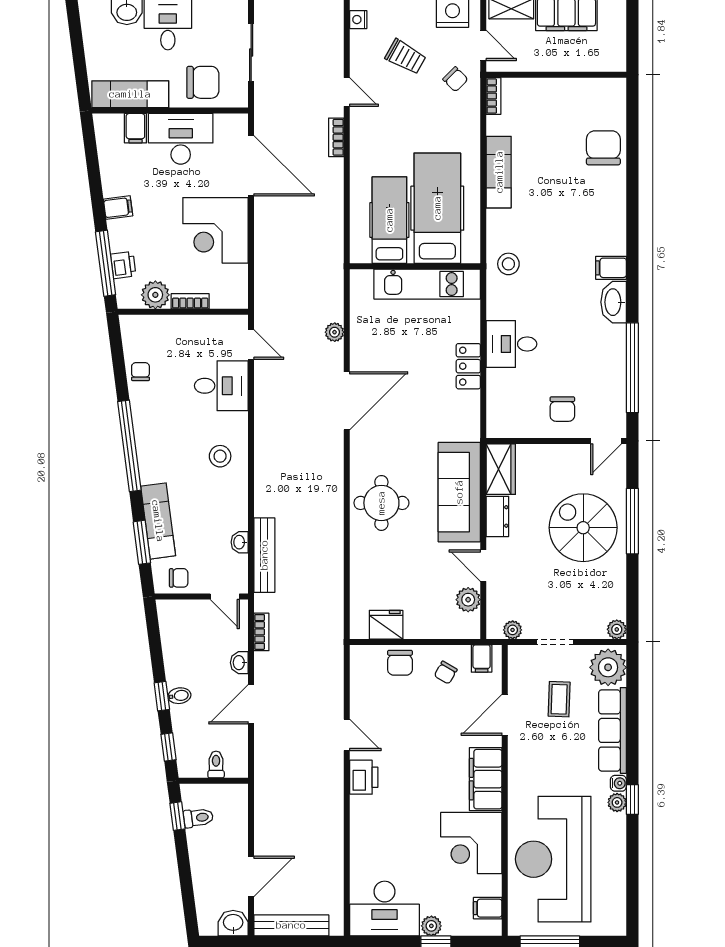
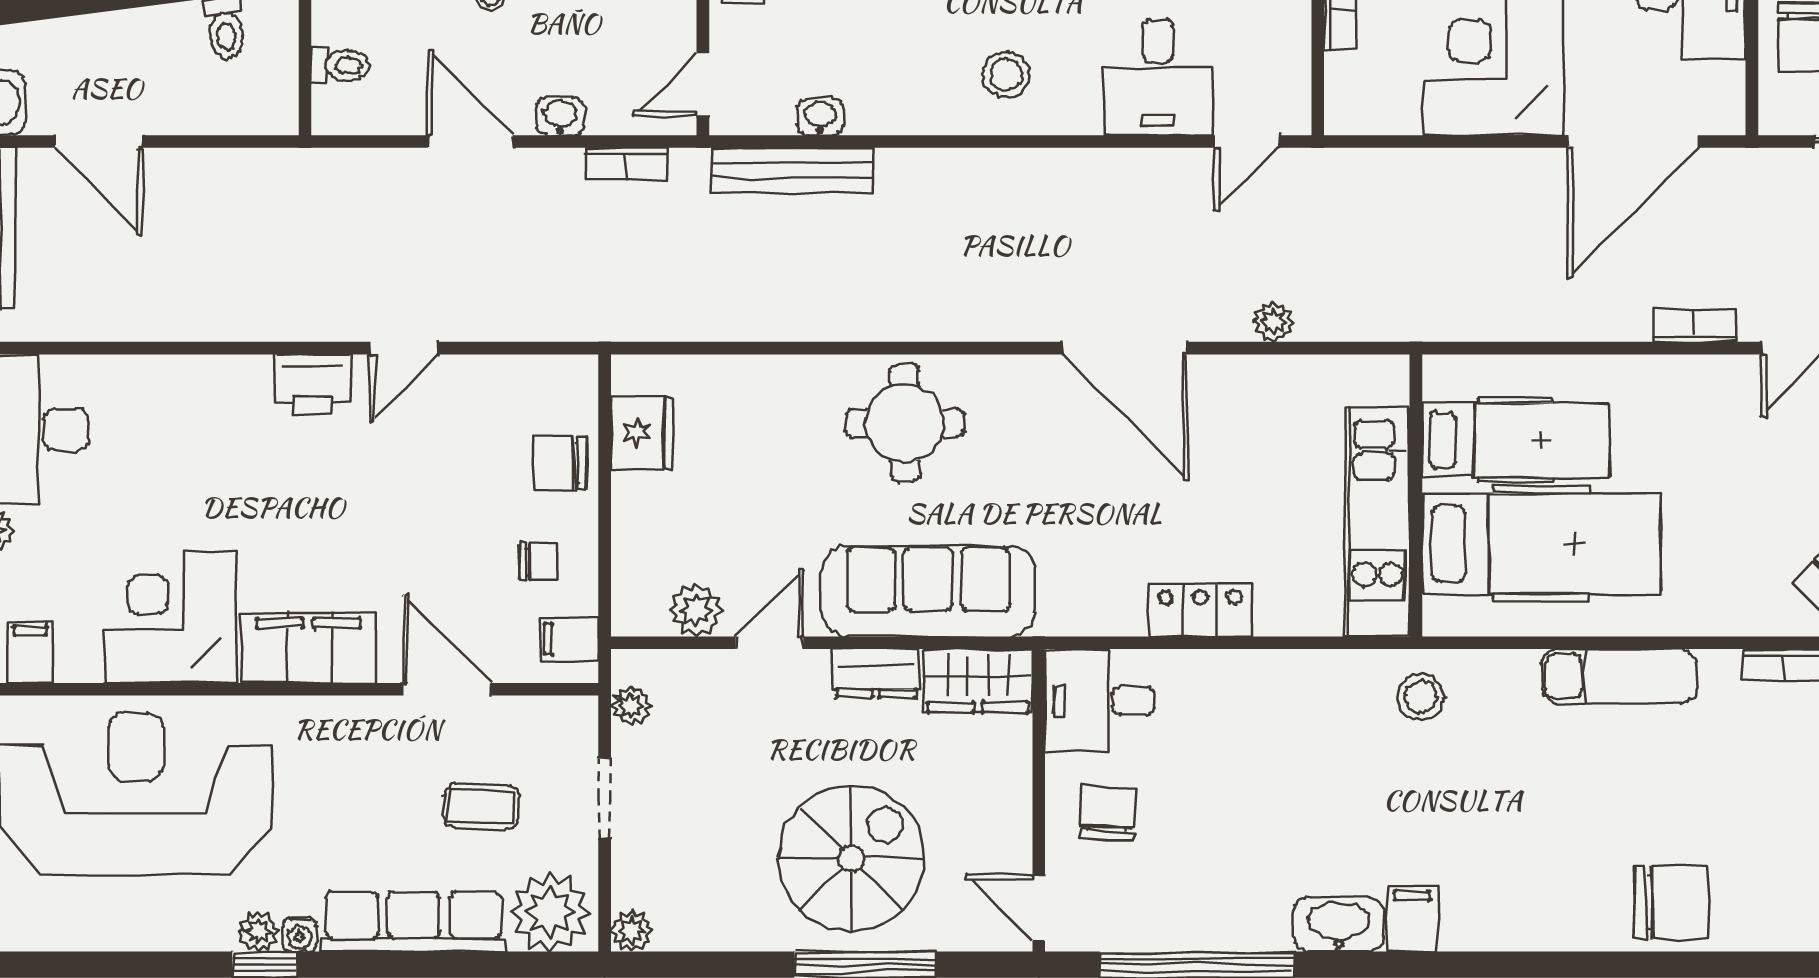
desk: (511, 344) -> (1100, 701), moved, turned -90
chair: (562, 409) -> (1108, 813), turned 93
chair: (446, 673) -> (539, 562), turned 150

